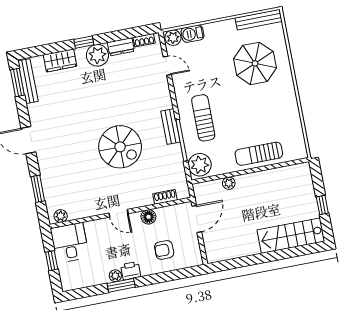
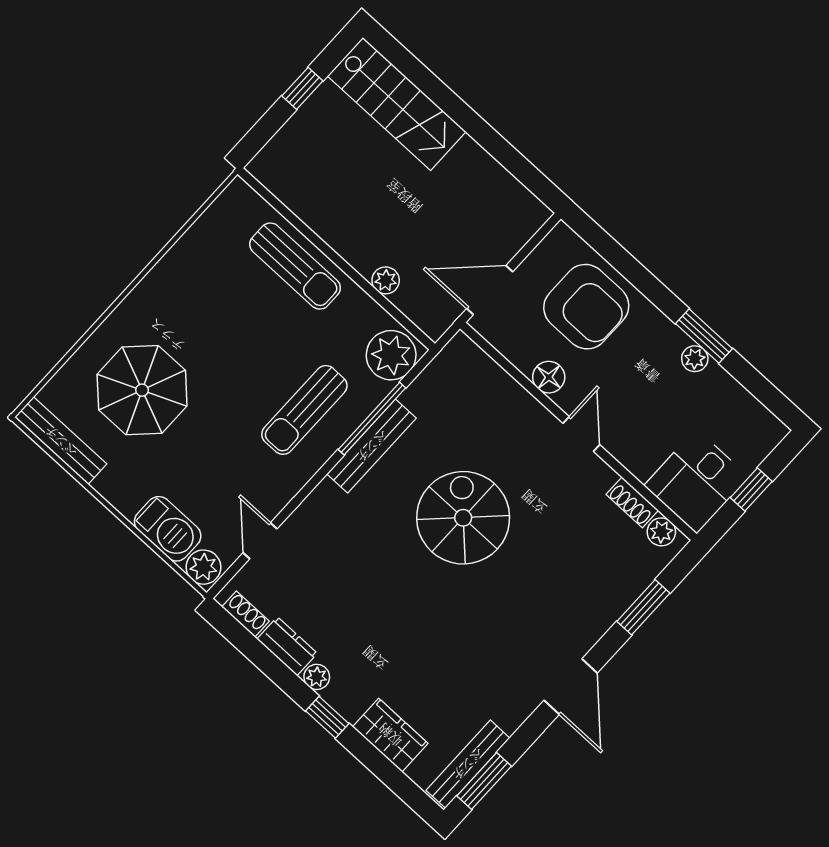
barbecue: (192, 34) -> (168, 529), width x1.38, depth x1.27
plant: (97, 55) -> (317, 677), width x0.53, depth x0.53
bench: (170, 127) -> (372, 446), width x1.36
shoe rack: (165, 197) -> (632, 502), moved
armchair: (164, 250) -> (586, 307), width x1.88, depth x1.88
printer: (131, 271) -> (666, 338), removed

